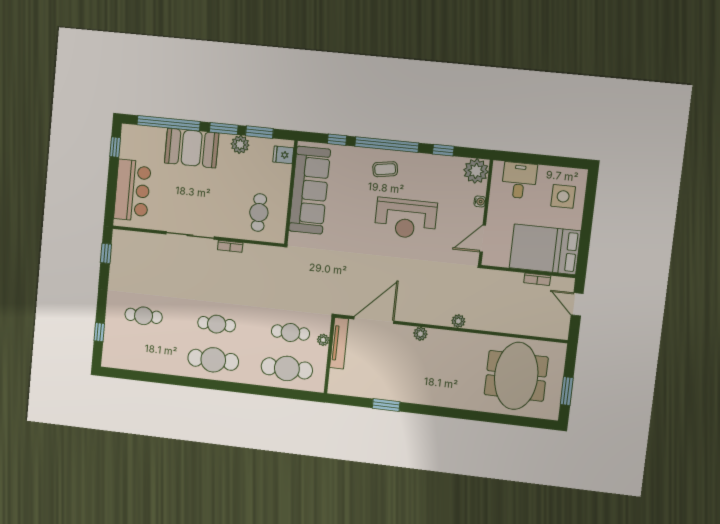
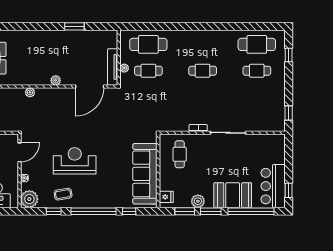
coffee table: (385, 169) -> (63, 194), moved
bar counter: (132, 190) -> (273, 186), moved
cafe table: (213, 360) -> (257, 44), moved

